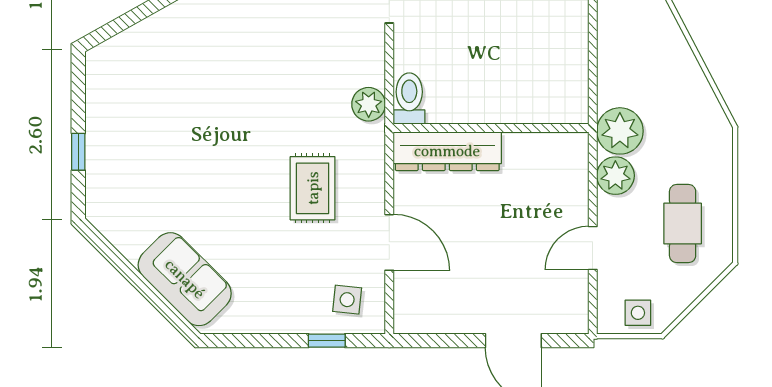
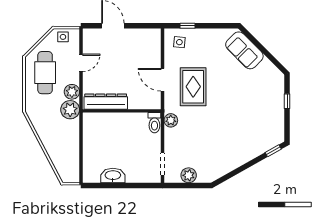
window: (113, 28) -> (273, 151), added
dresser: (447, 151) -> (106, 102), moved
rug: (313, 188) -> (193, 87), width x1.36, depth x1.43
cafe table: (683, 224) -> (45, 73), width x1.37, depth x1.35
door: (389, 242) -> (162, 80), moved

